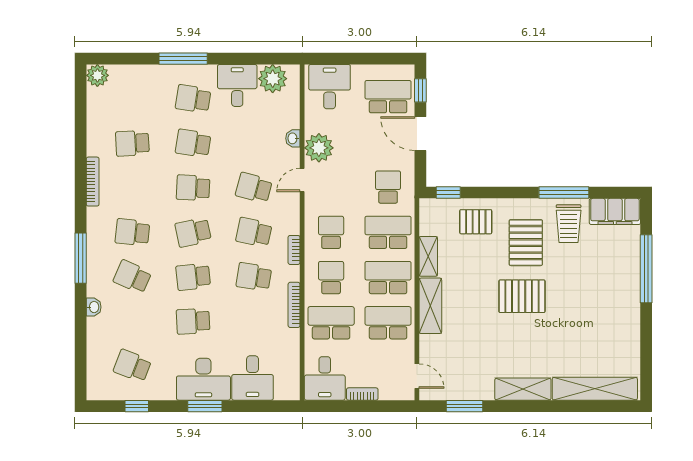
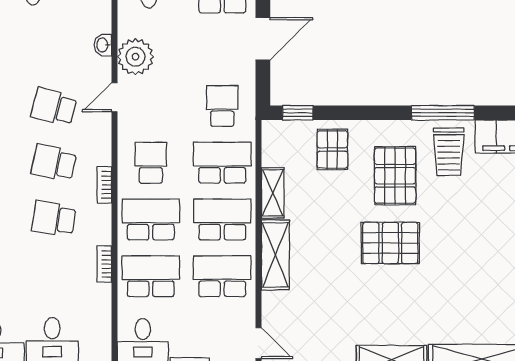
door: (420, 134) -> (263, 39), swing flipped
pallet: (476, 222) -> (332, 149), turned 90
school desk: (331, 278) -> (151, 219), width x1.85
bookcase: (294, 305) -> (104, 264), width x0.64

